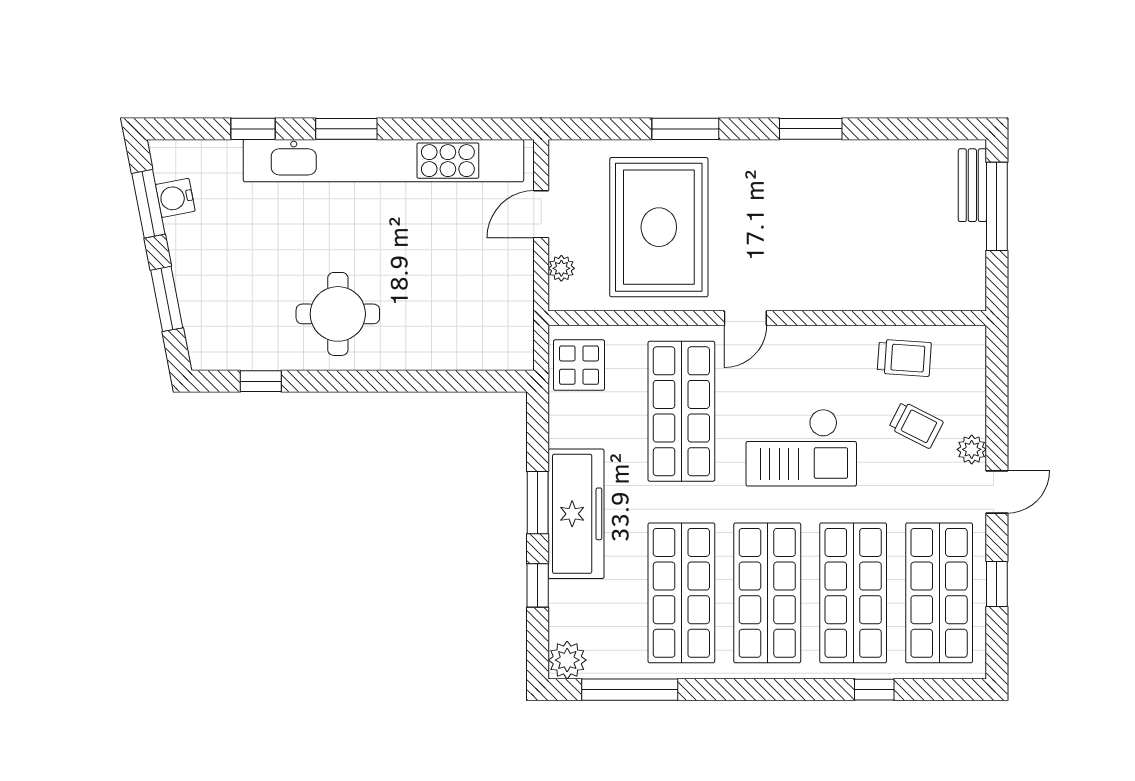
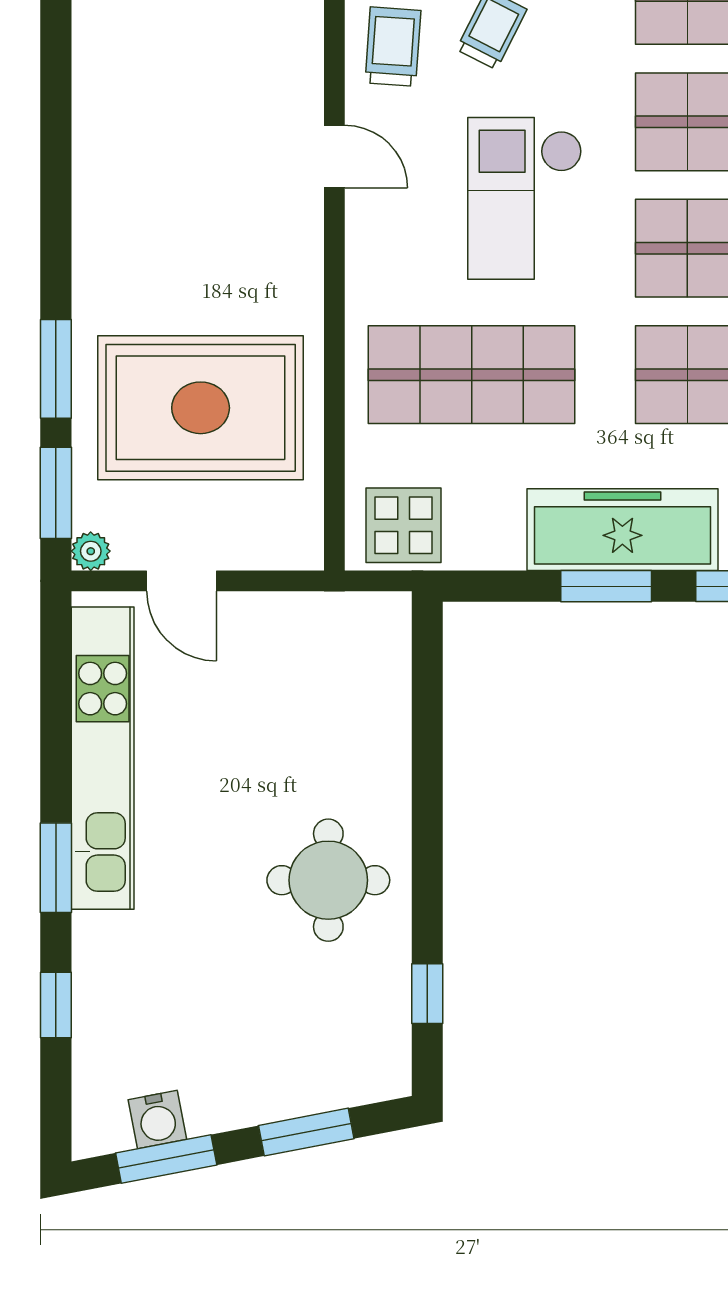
window: (811, 129) -> (56, 493), moved
kitchen unit: (383, 161) -> (103, 758), width x0.73
plant: (561, 268) -> (91, 551), moved
door: (745, 318) -> (334, 157), moved
checkout: (801, 448) -> (525, 198), turned 180

